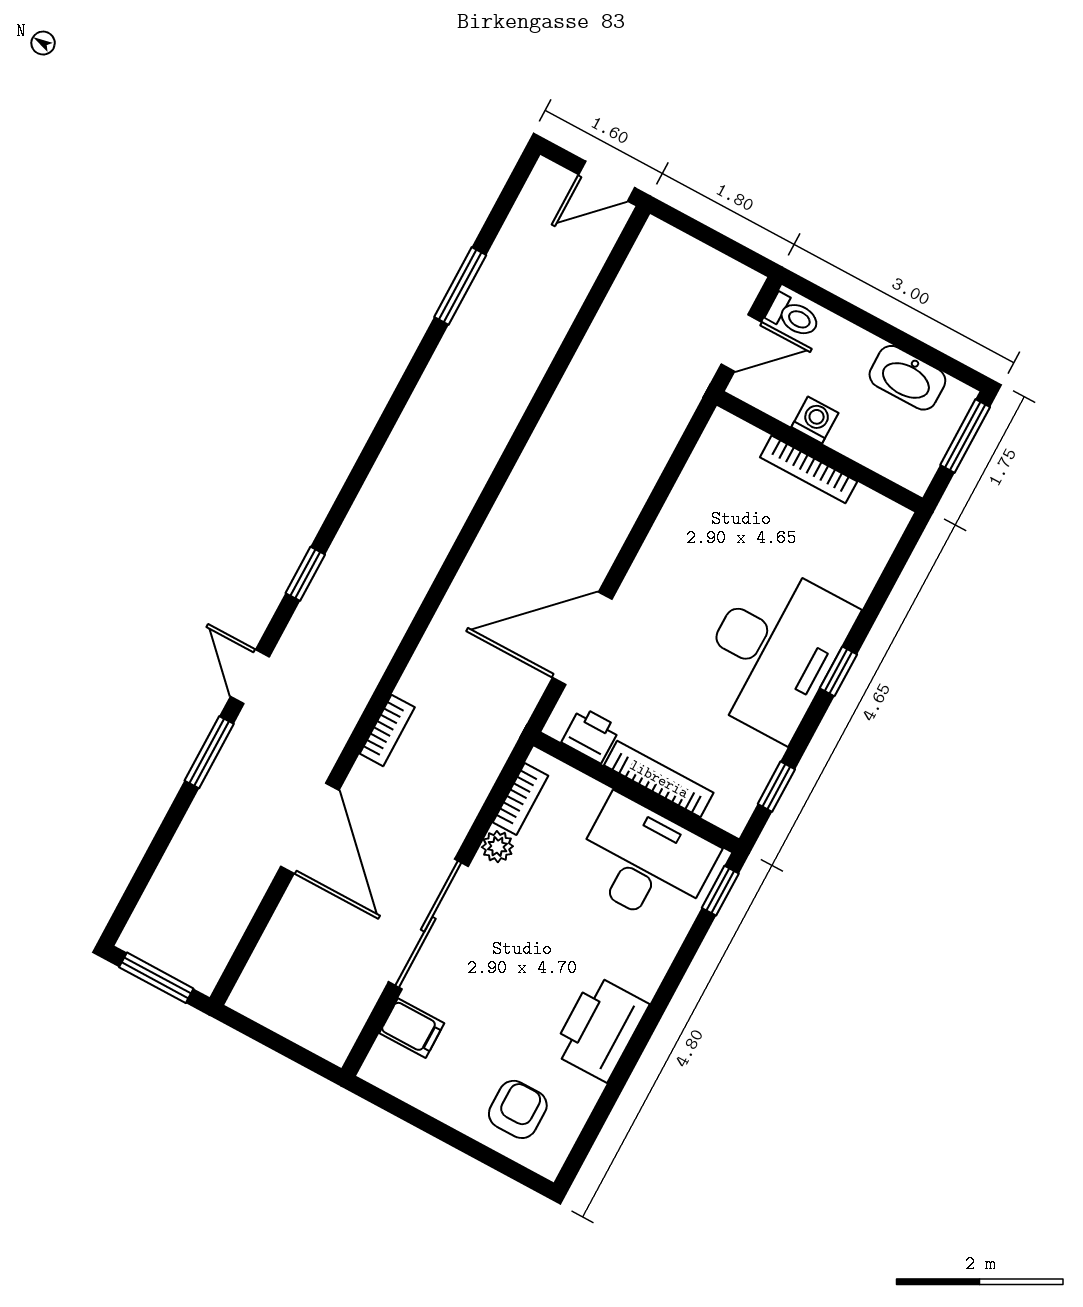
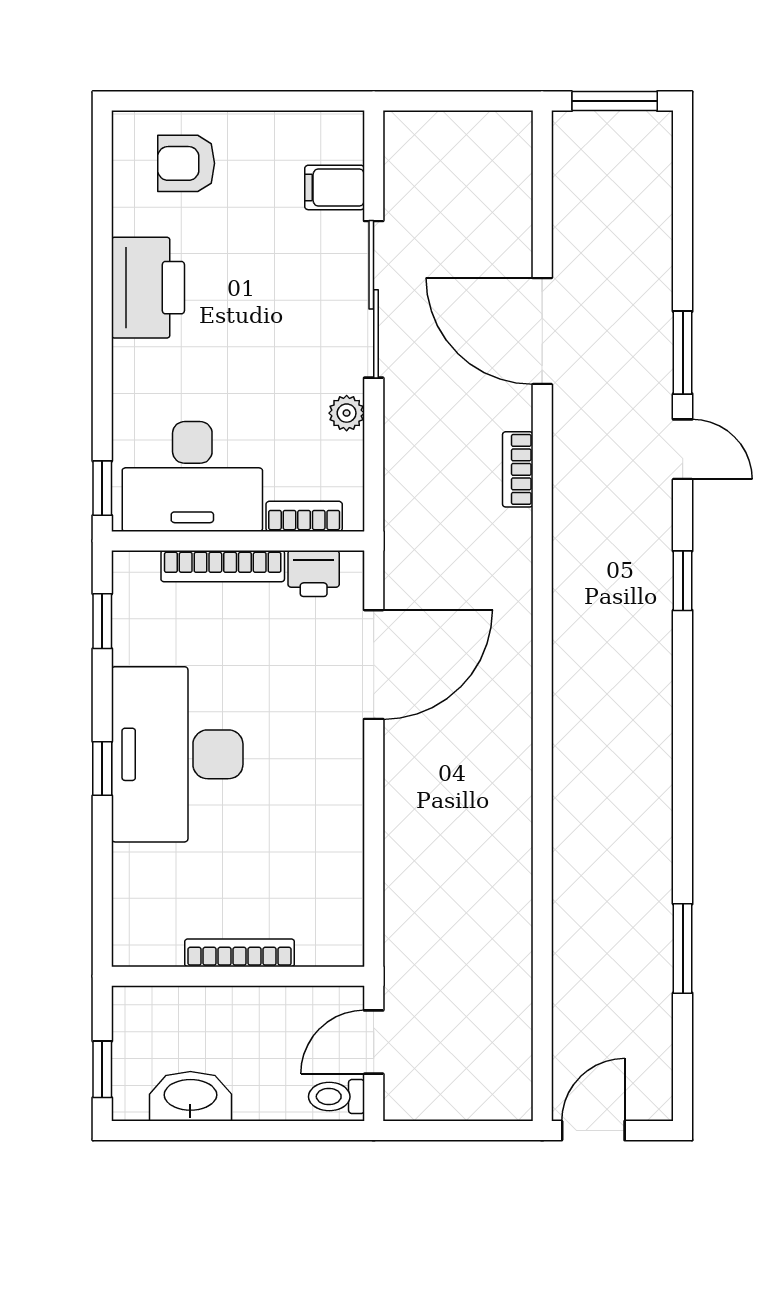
washing machine: (815, 420) -> (260, 1005), removed
window: (965, 436) -> (102, 1069), width x0.67
bookcase: (520, 799) -> (304, 516), moved, turned 90
armchair: (518, 1109) -> (186, 163), turned 90

